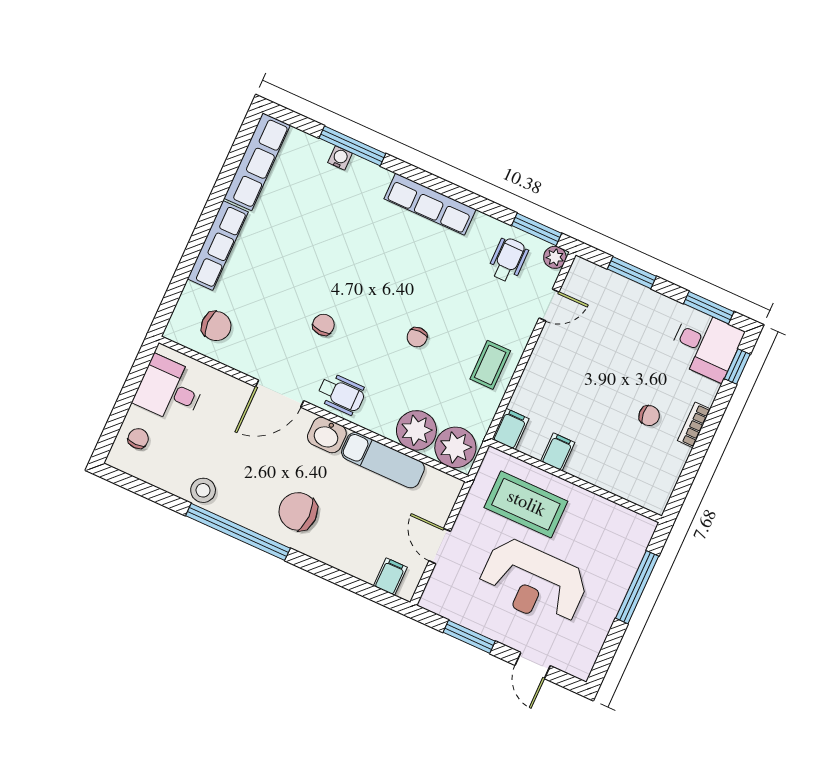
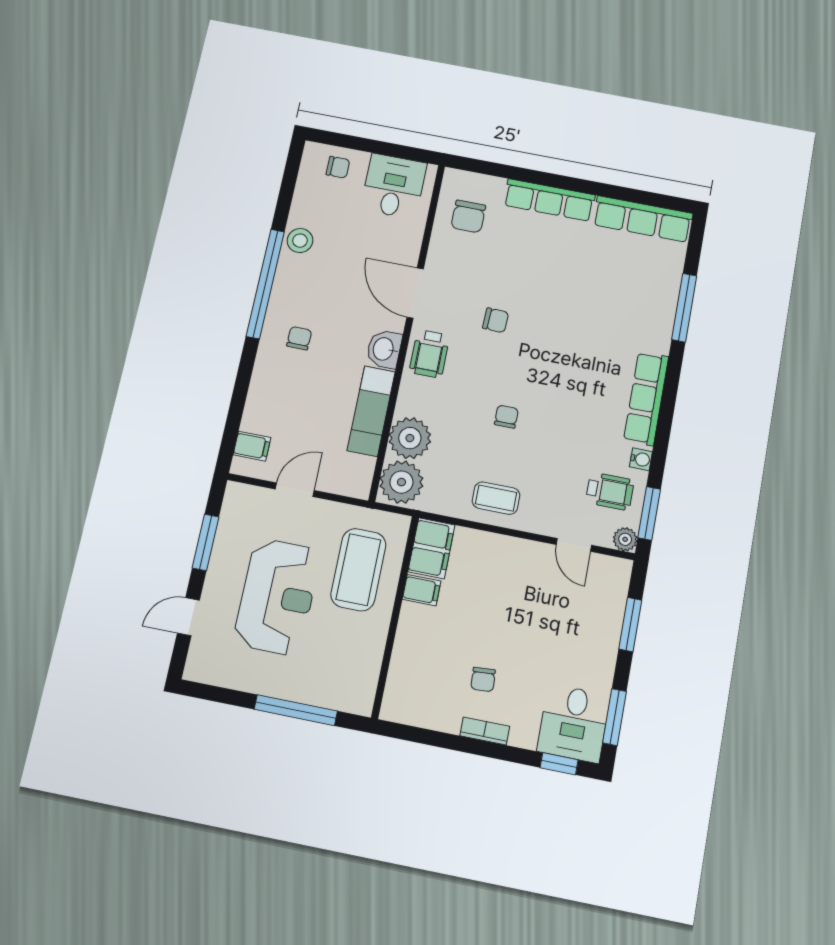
water cooler: (340, 158) -> (641, 459), moved
chair: (417, 337) -> (506, 417), turned 90
filing cabinet: (510, 429) -> (431, 548), width x2.00
chair: (298, 511) -> (299, 338), width x0.54, depth x0.54
reception desk: (533, 582) -> (277, 597), turned 180

